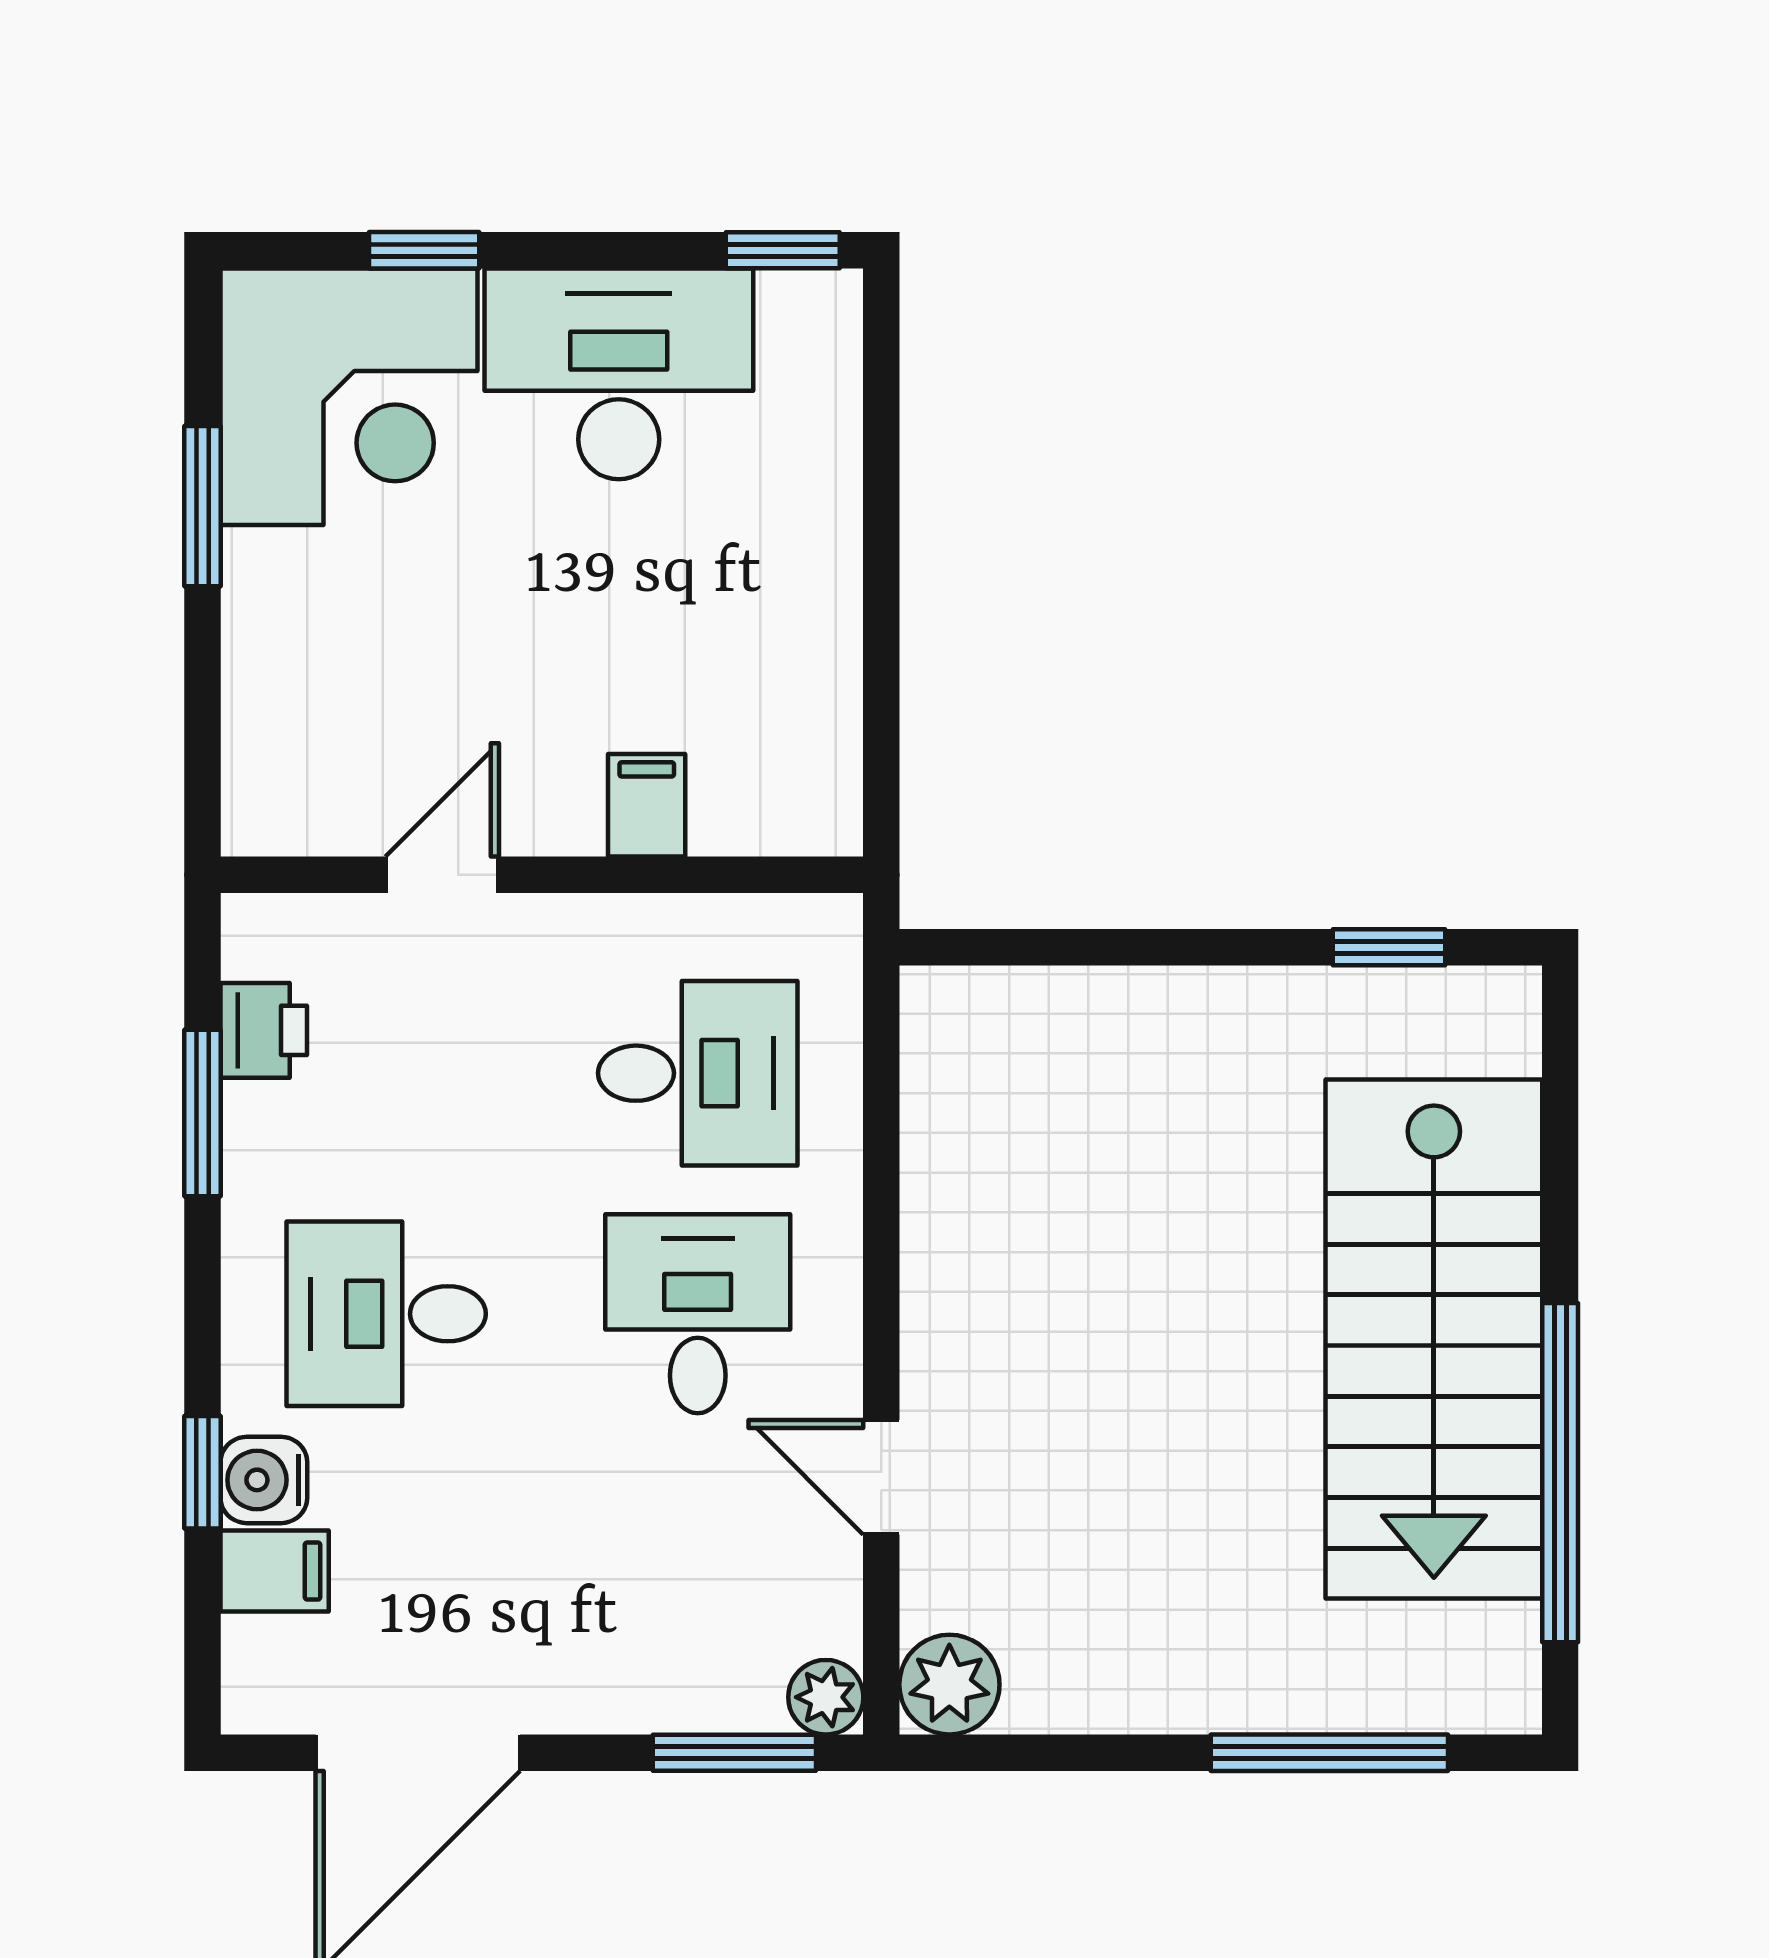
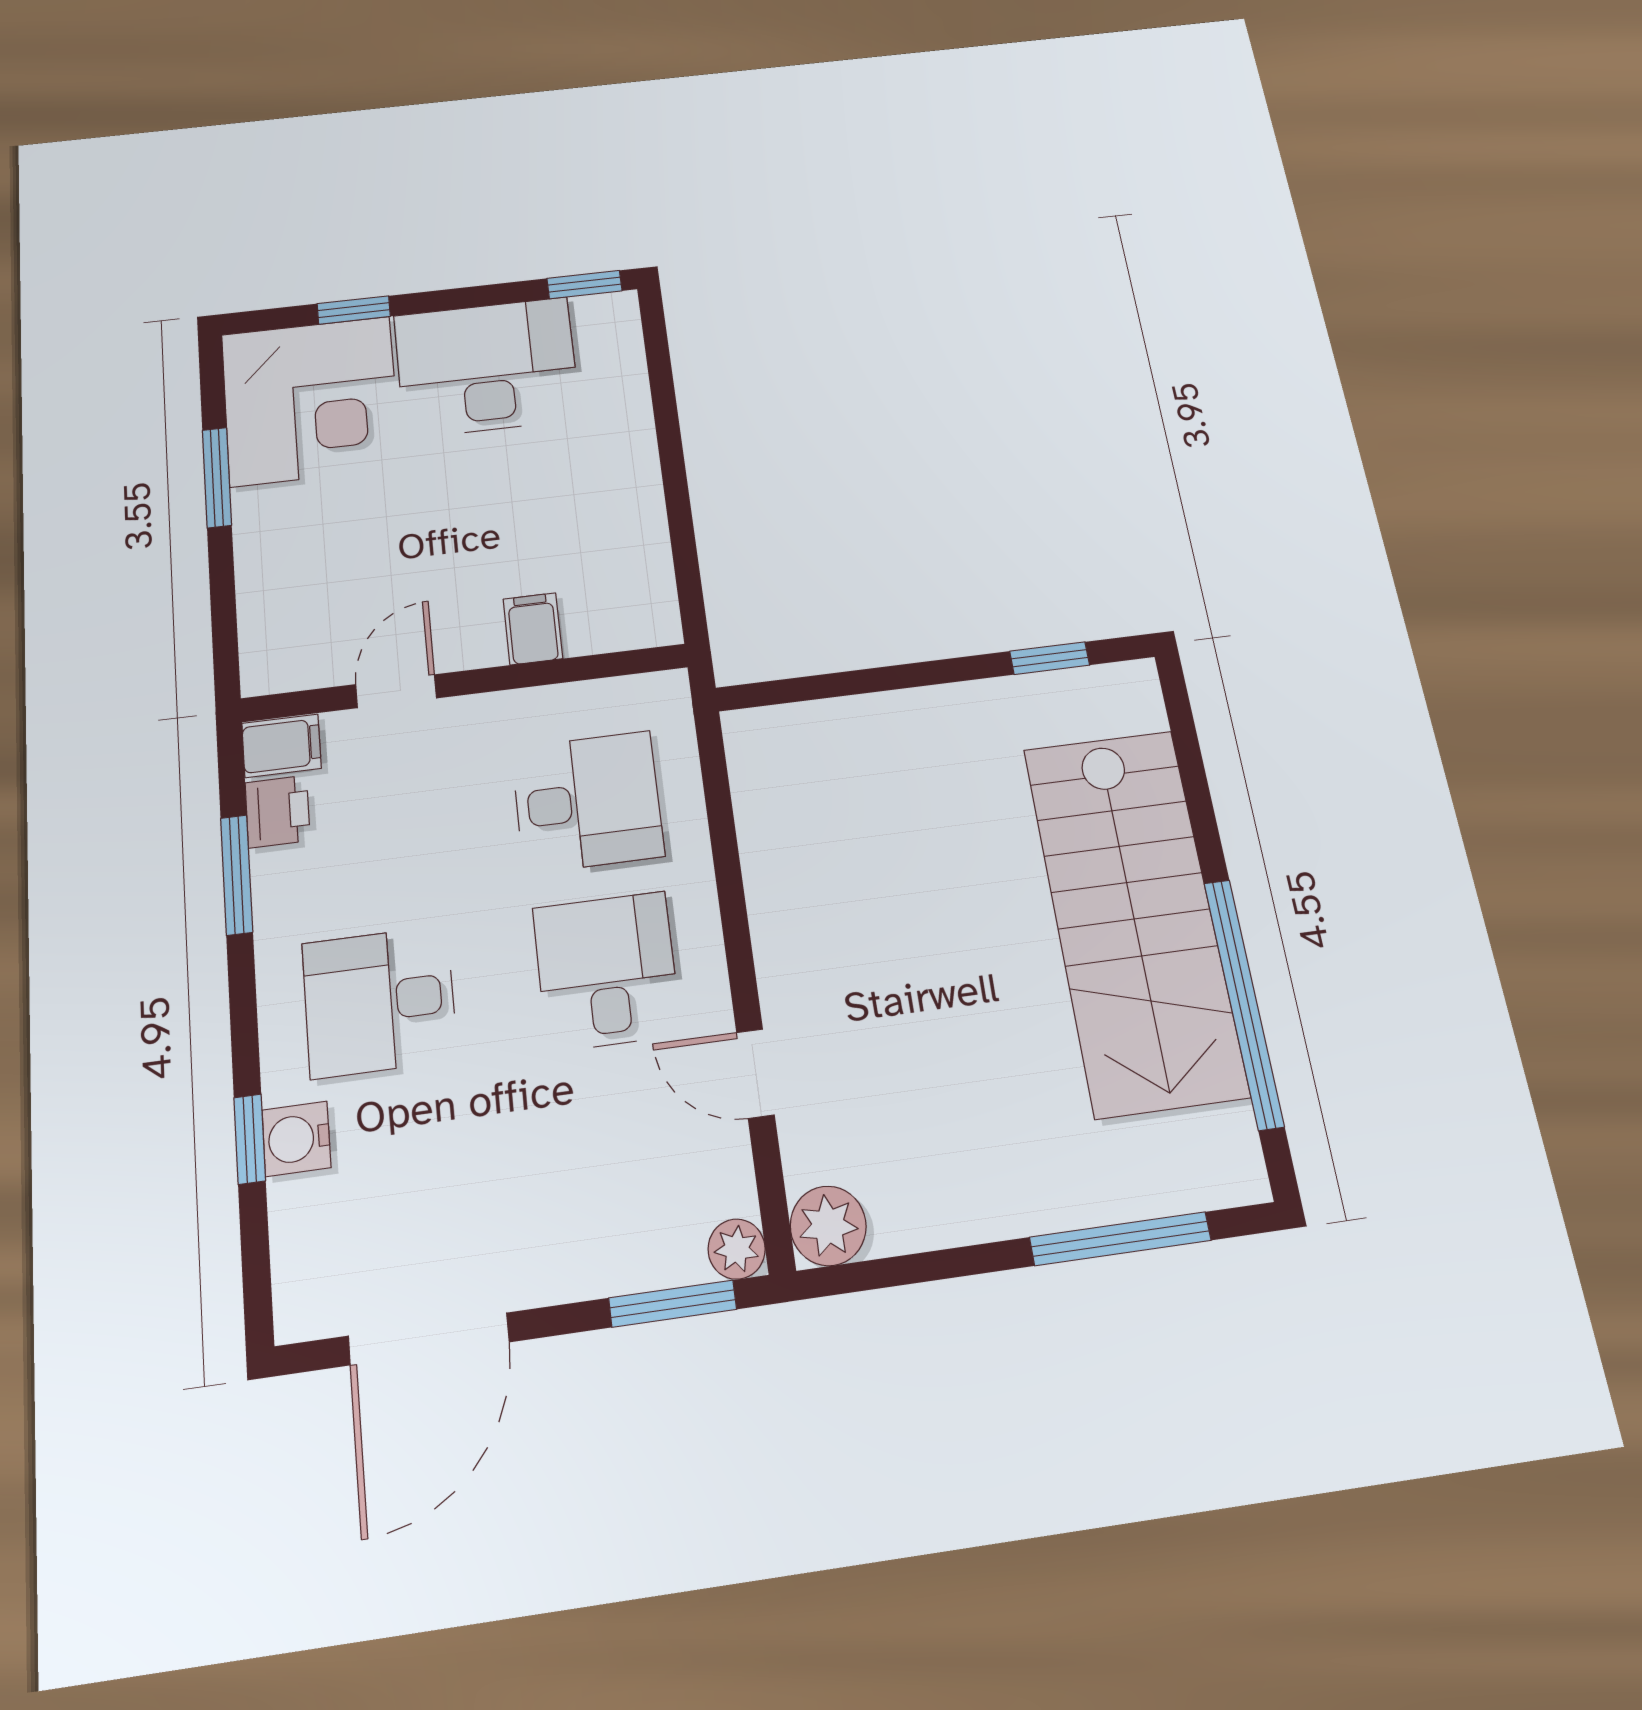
filing cabinet: (275, 1571) -> (282, 746), moved

